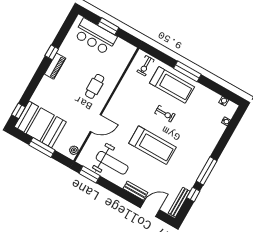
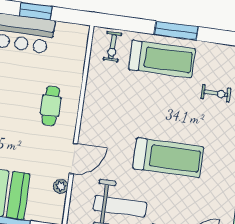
exercise bike: (165, 114) -> (216, 93), moved
plant: (74, 150) -> (61, 186), moved

